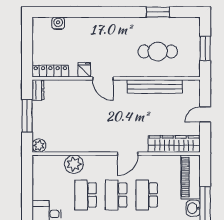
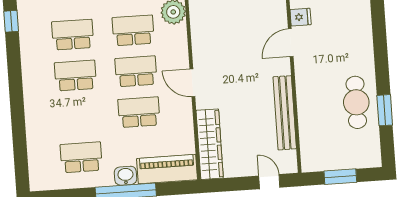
cafe table: (158, 52) -> (356, 102), moved
door: (205, 114) -> (269, 182), moved

